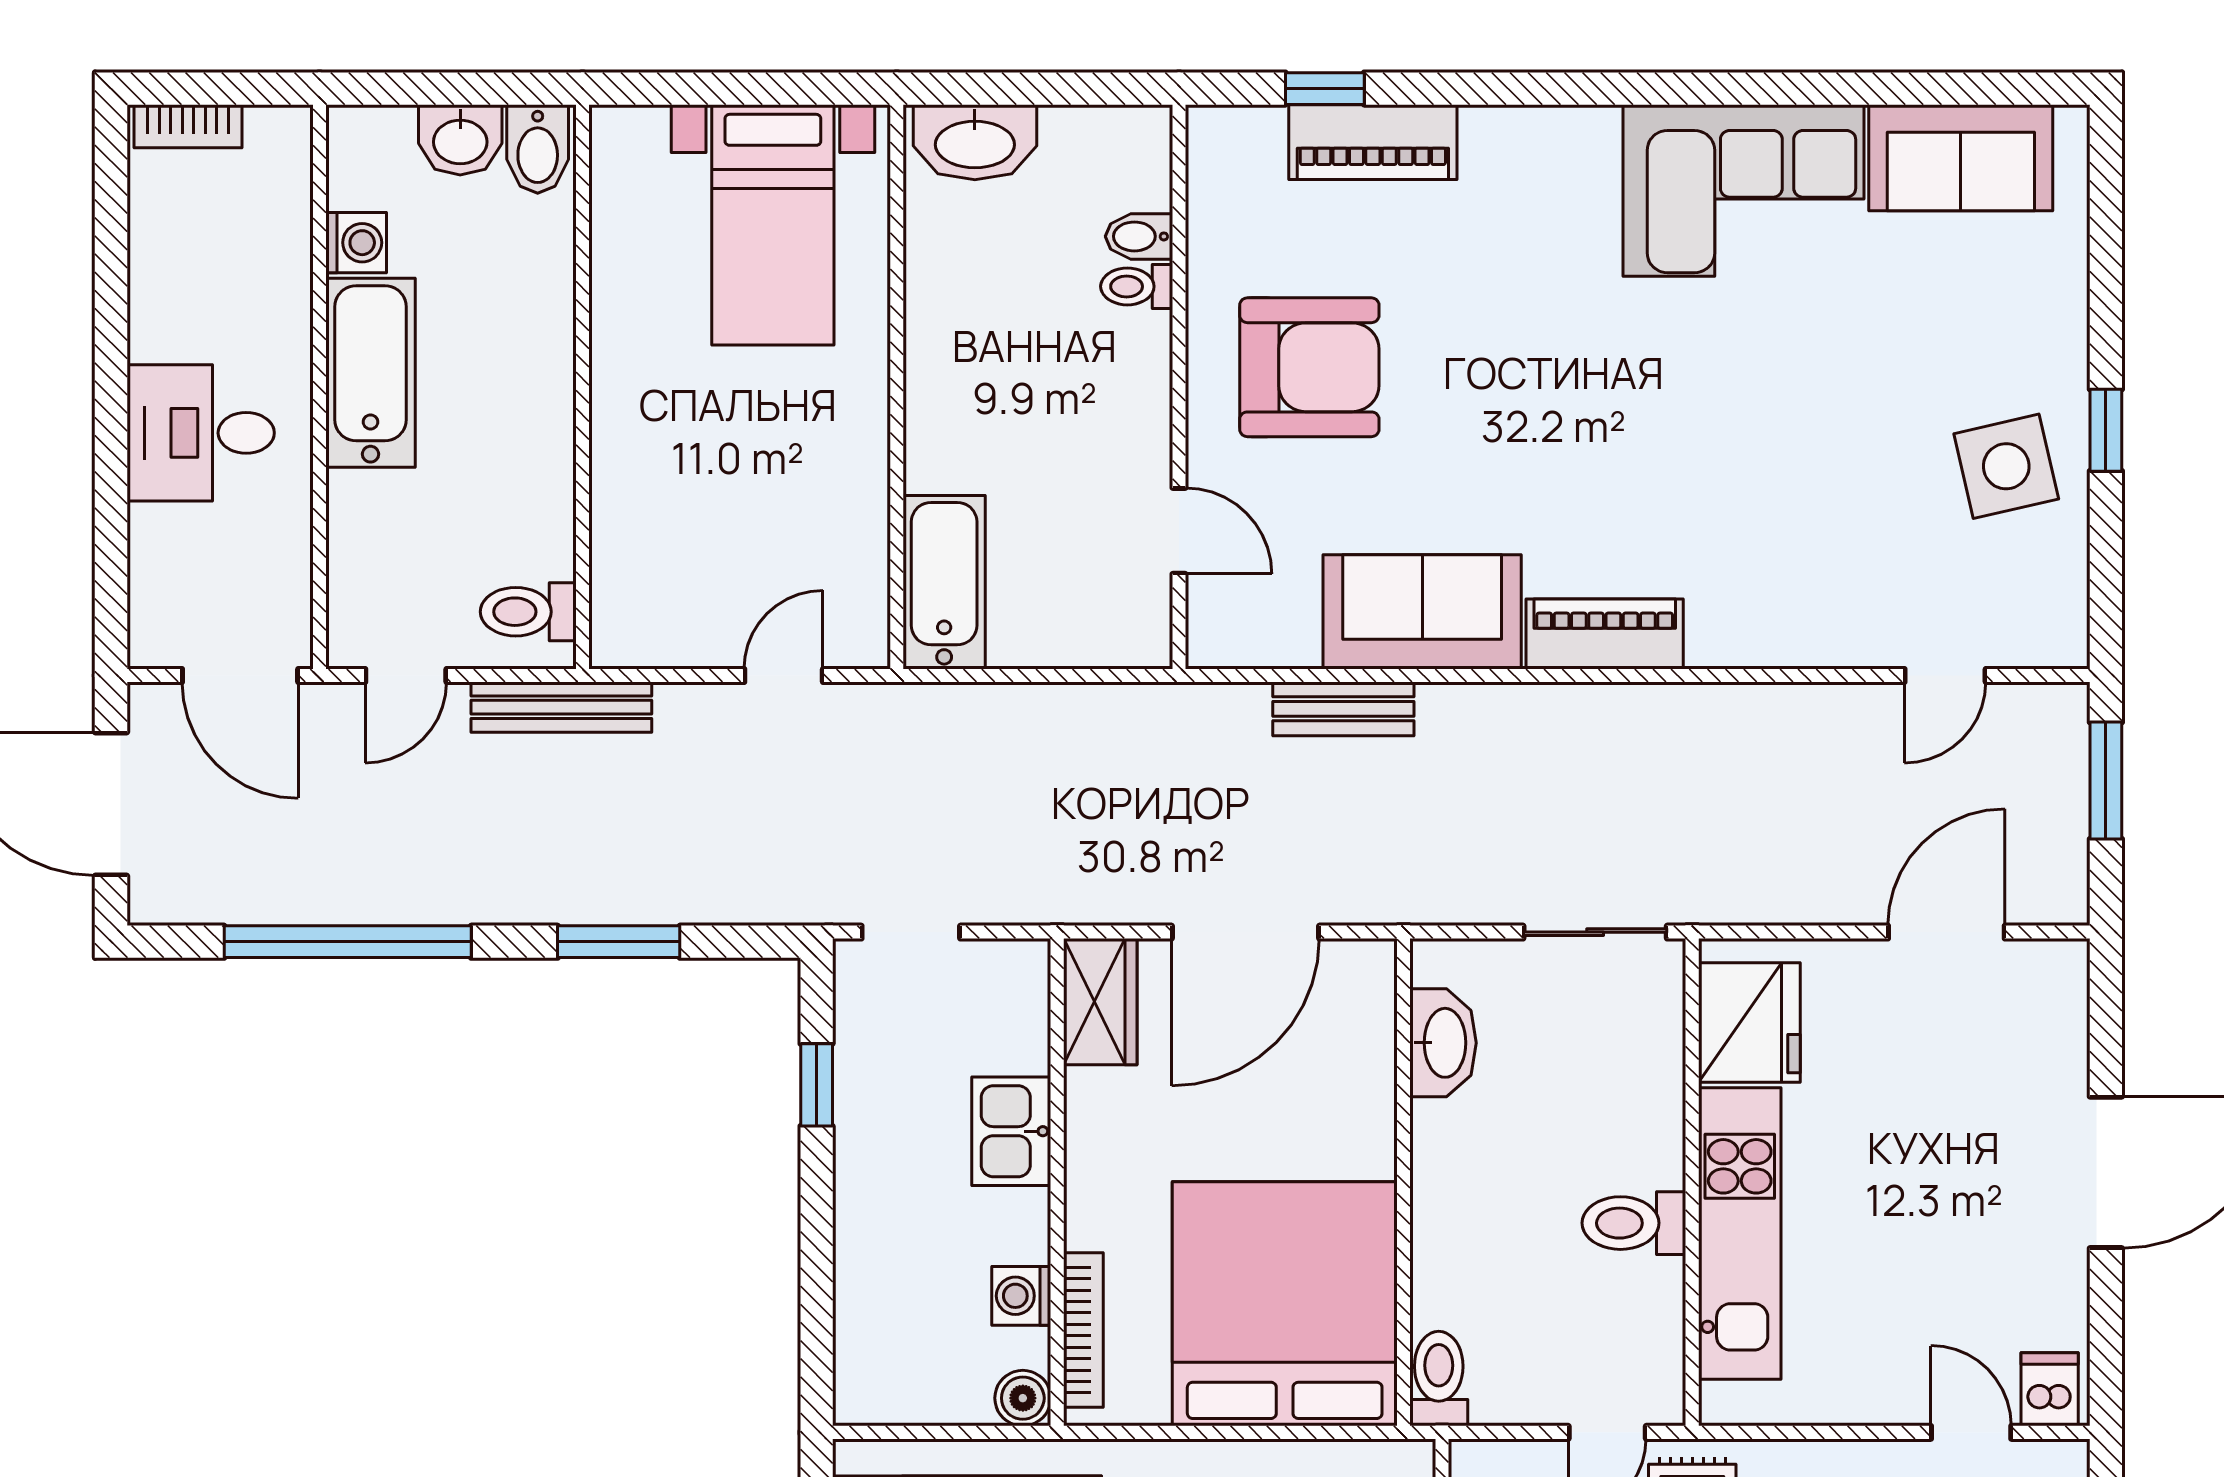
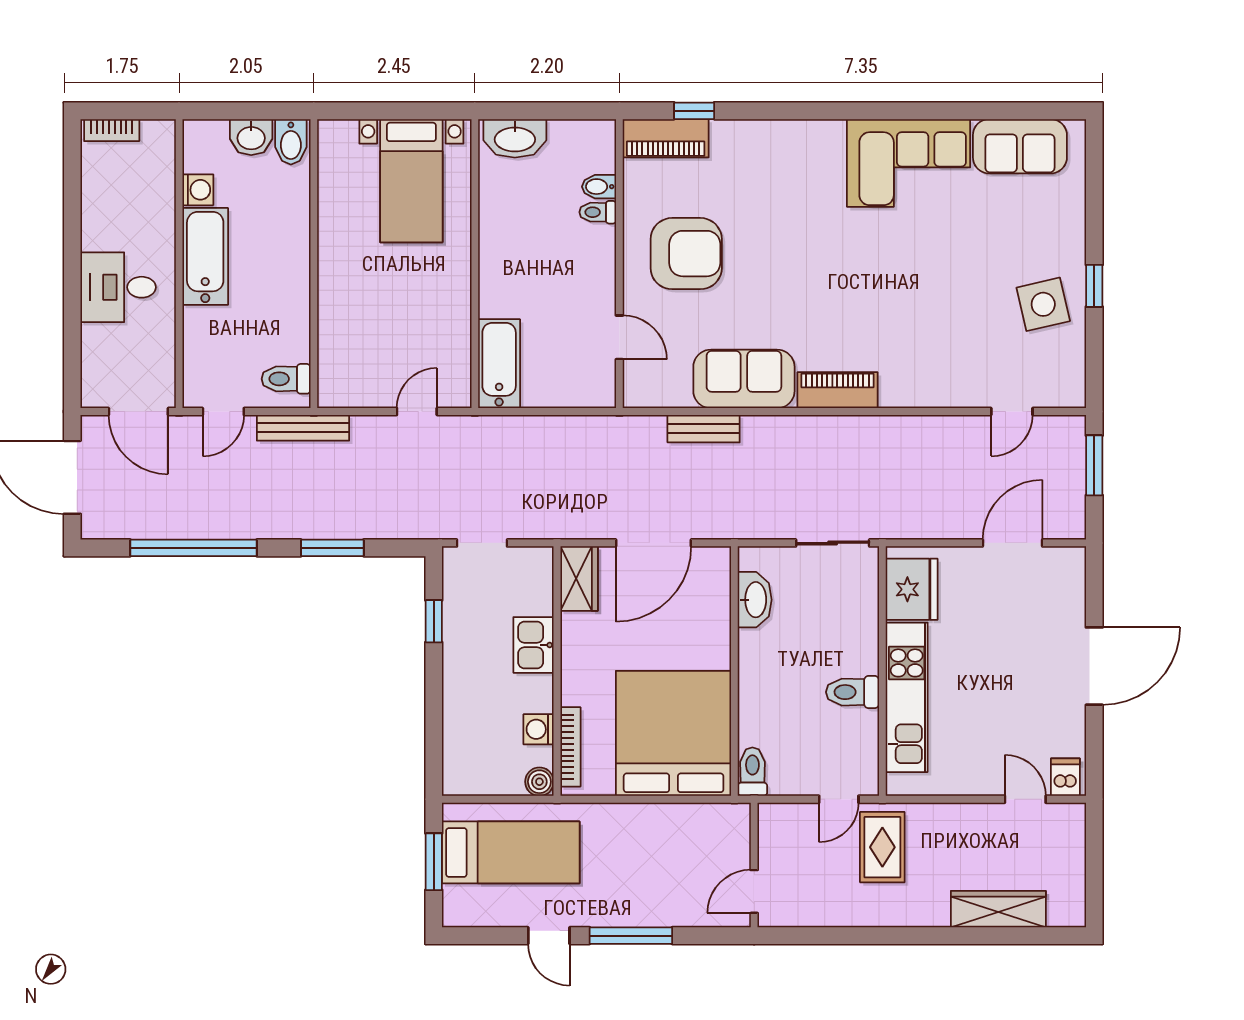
piano: (1373, 142) -> (666, 138), moved

